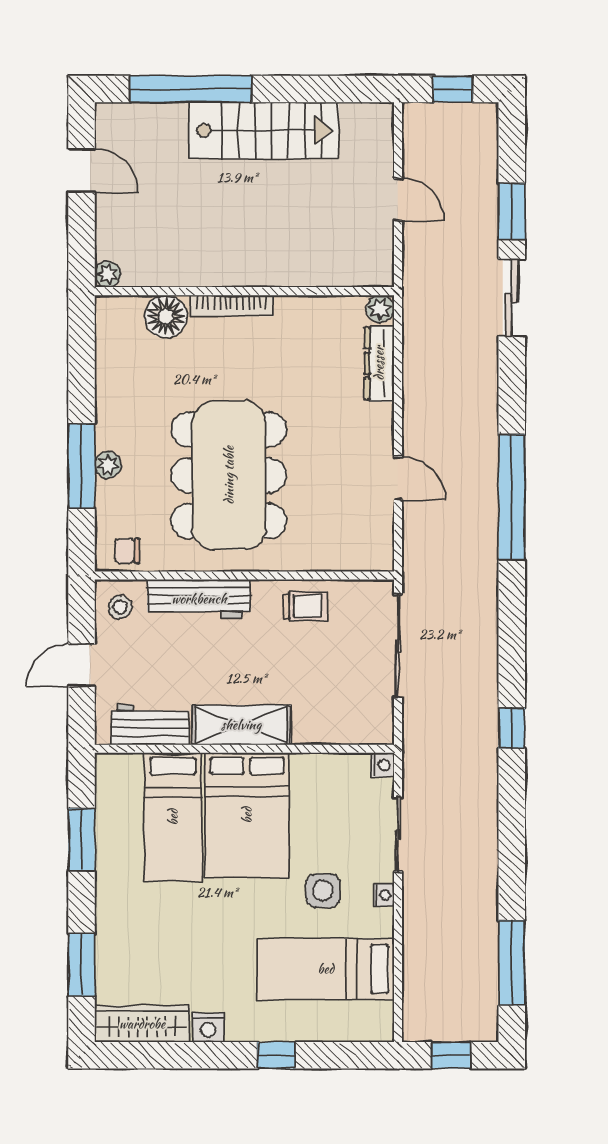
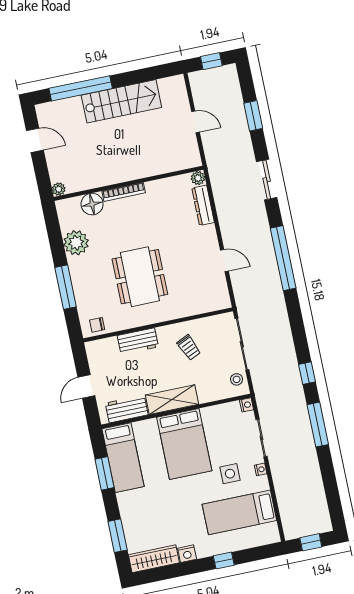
sliding door: (512, 298) -> (267, 180), moved
plant: (108, 465) -> (76, 243), moved, width x1.88, depth x1.88
dining table: (229, 475) -> (140, 277), width x0.73, depth x0.80
workbench: (199, 599) -> (138, 341), width x0.73
trolley: (305, 606) -> (189, 347), moved, turned 66
stool: (120, 607) -> (237, 379), moved
bed: (173, 817) -> (123, 458), moved
window: (512, 963) -> (318, 425), moved

